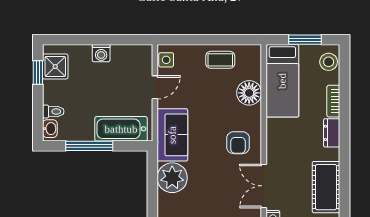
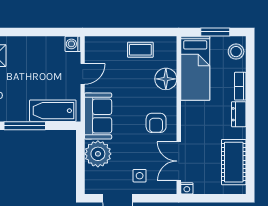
washing machine: (101, 53) -> (73, 44), moved, turned 90
side table: (166, 60) -> (140, 176), moved

